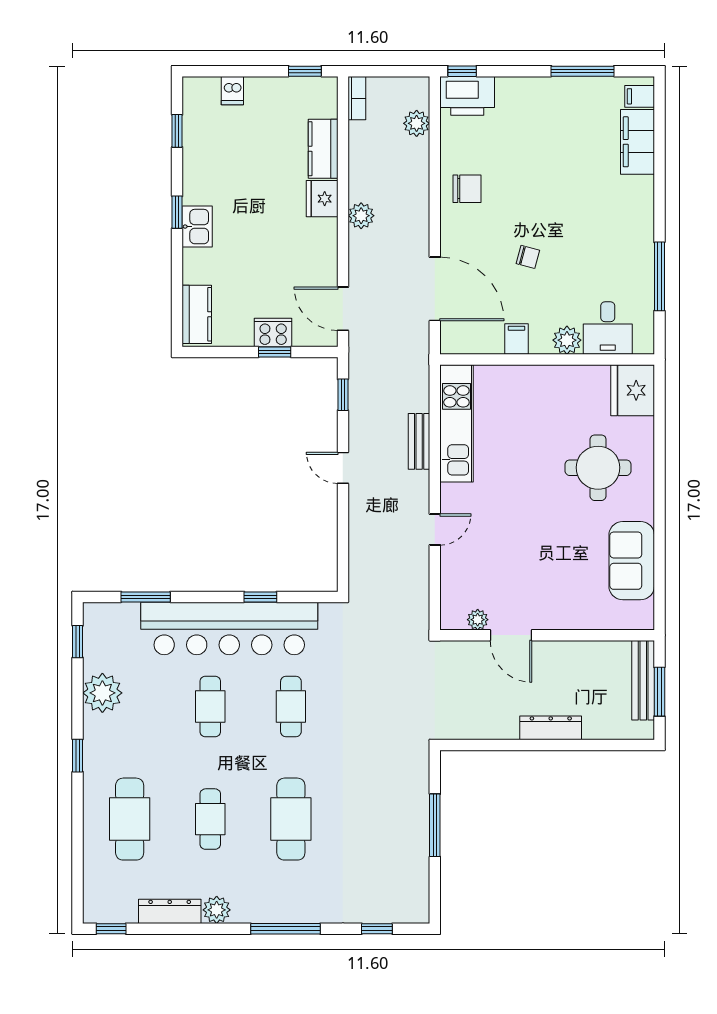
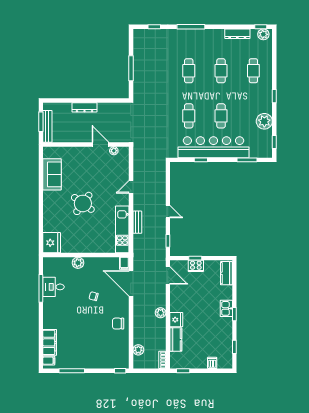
printer: (467, 96) -> (118, 361), removed
desk: (608, 328) -> (54, 287), moved, turned -90
filing cabinet: (516, 339) -> (124, 263), moved
round table: (598, 468) -> (83, 203), moved, turned 36
cafe table: (130, 819) -> (253, 71), width x0.73, depth x0.74
cafe table: (291, 819) -> (189, 71), width x0.73, depth x0.74
plant: (217, 910) -> (263, 34), moved

